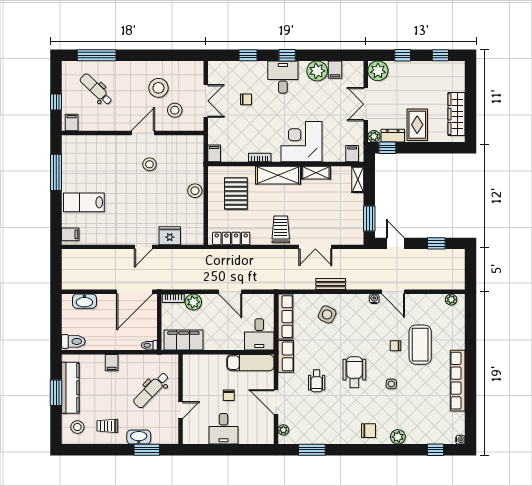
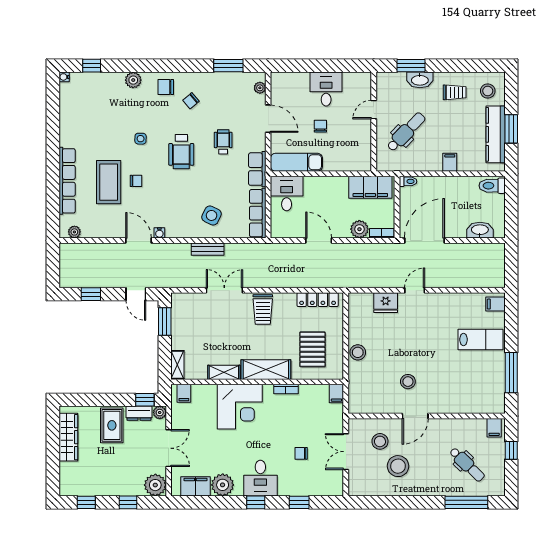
filing cabinet: (335, 70) -> (195, 486), width x2.00
row of seats: (458, 381) -> (67, 181), moved
chair: (346, 418) -> (191, 101), added

